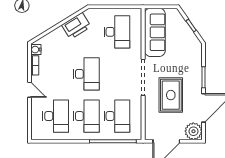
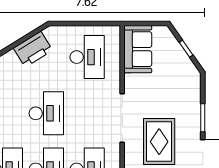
sofa: (155, 32) -> (138, 49), width x0.73

